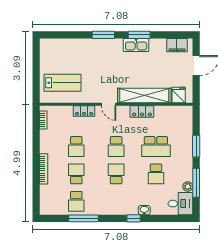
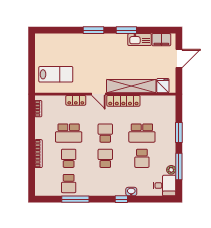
kitchen sink: (136, 45) -> (140, 40), moved
locker: (142, 112) -> (123, 101), width x1.53
school desk: (76, 147) -> (69, 133), width x1.85
school desk: (116, 147) -> (105, 133), turned 180

